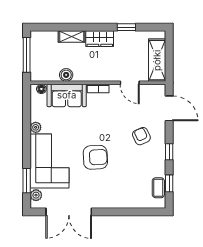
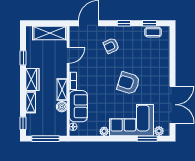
window: (46, 27) -> (23, 123), added
shelving: (87, 75) -> (62, 90), added
armchair: (95, 157) -> (128, 83), turned -70

